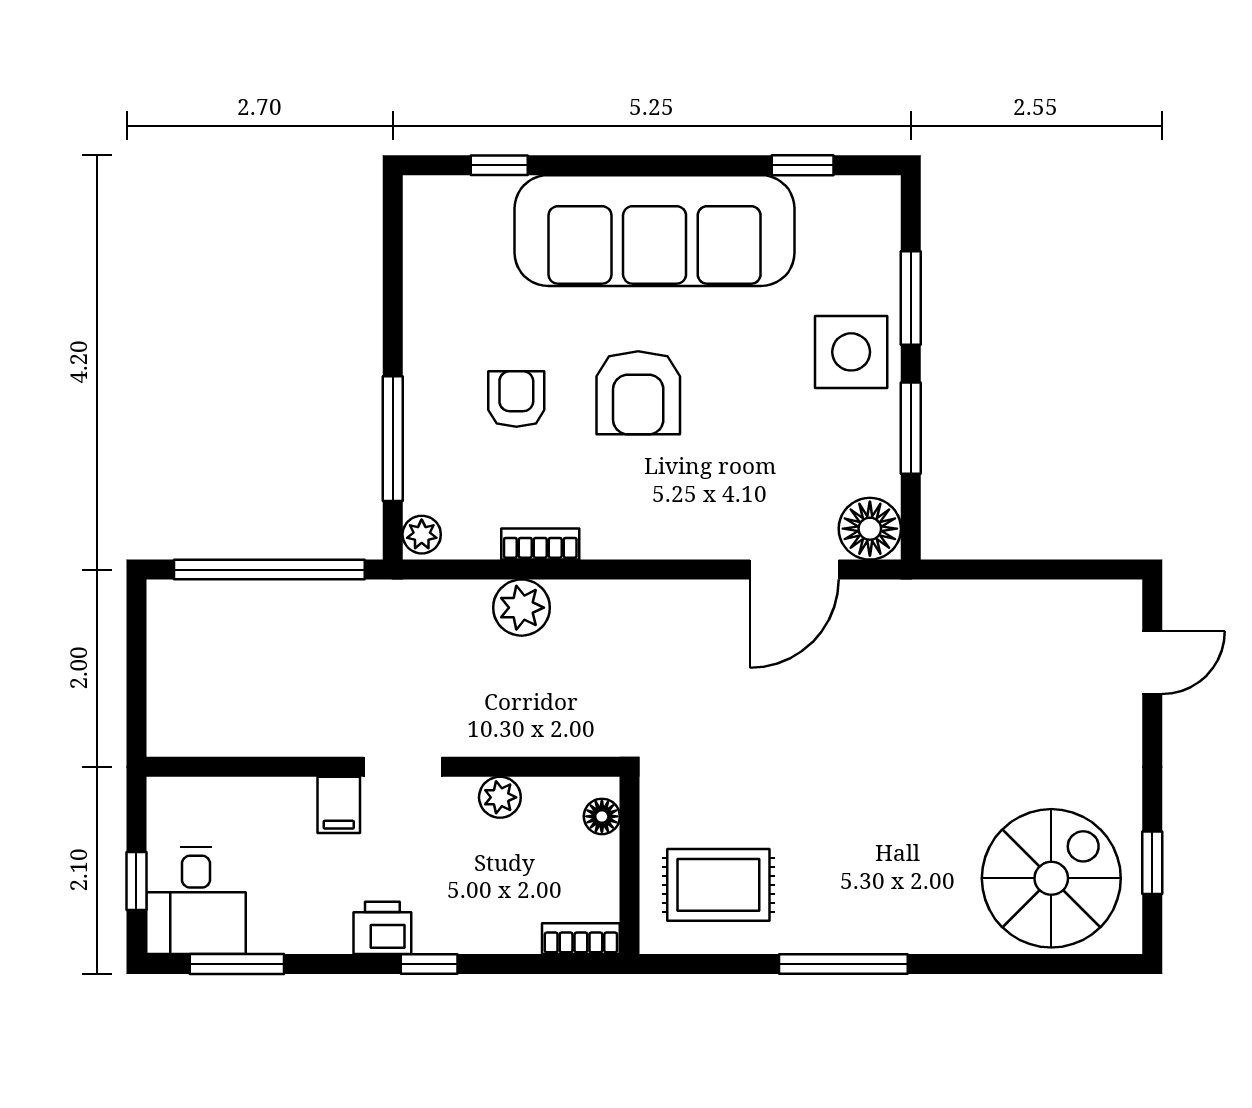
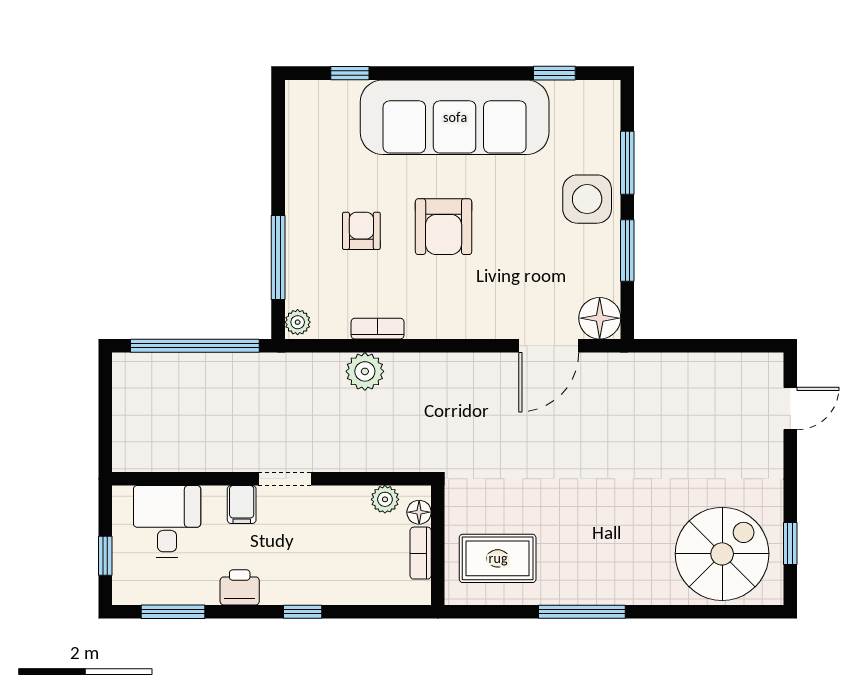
plant: (500, 797) -> (385, 499), moved
desk: (196, 901) -> (167, 522), moved, turned 180
printer: (382, 928) -> (240, 587), moved
bookcase: (581, 939) -> (421, 553), moved, turned -90

